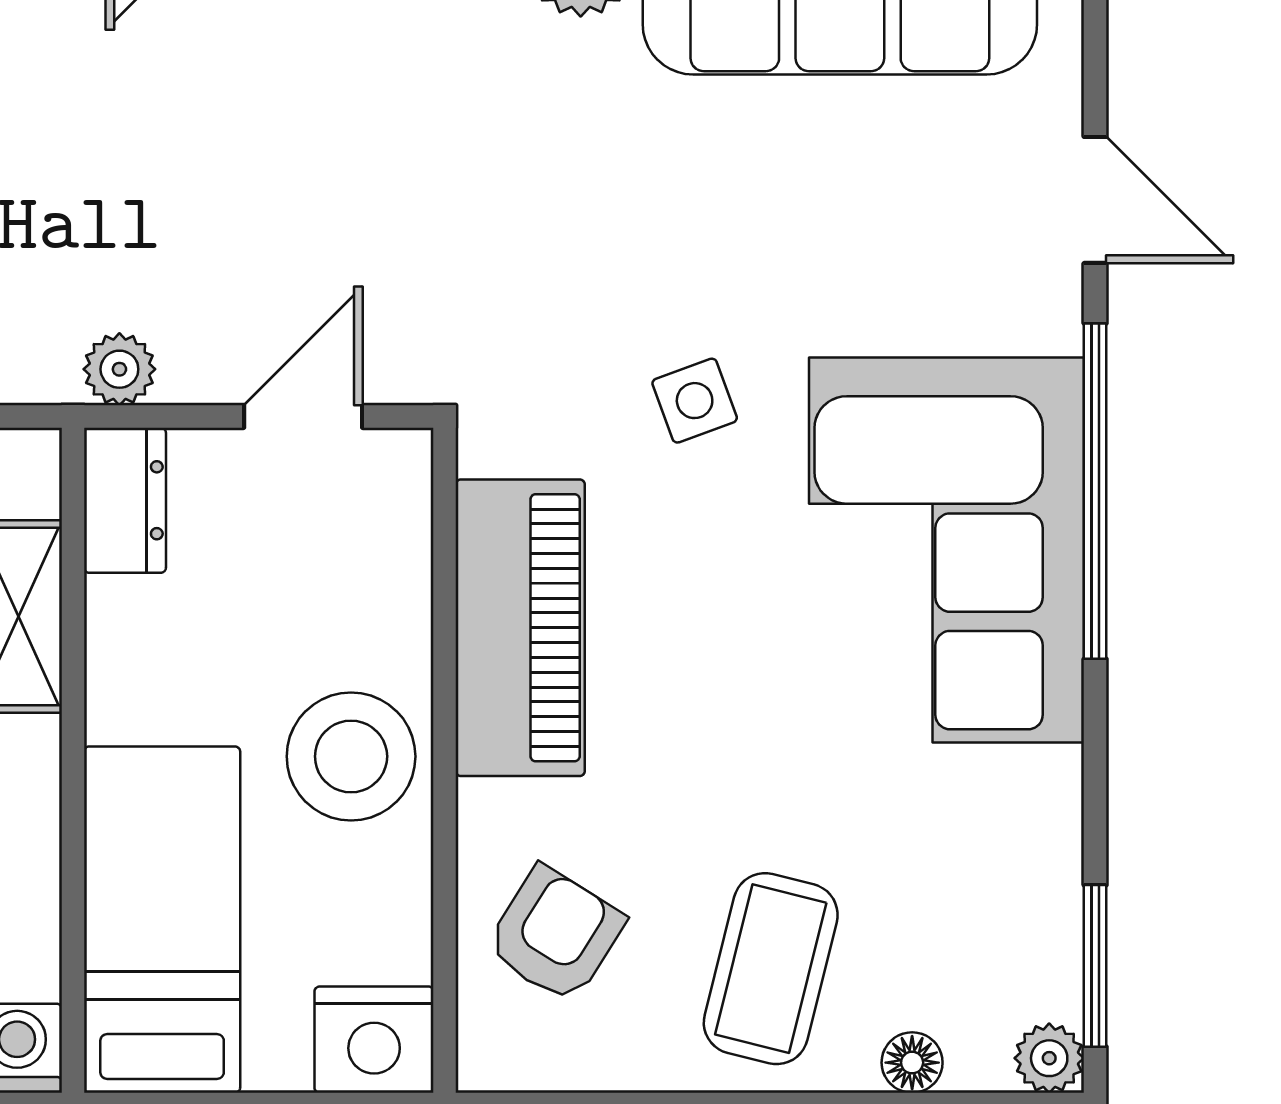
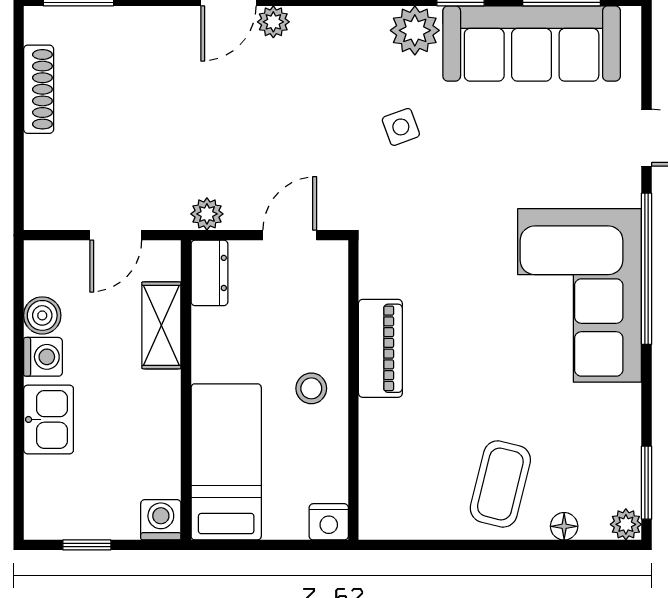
side table: (695, 401) -> (401, 127), moved
piano: (520, 628) -> (380, 348), width x0.73, depth x0.75
stool: (351, 756) -> (311, 388), width x0.53, depth x0.53
armchair: (555, 934) -> (403, 469), removed
nightstand: (374, 1040) -> (329, 522), width x0.74, depth x0.75

